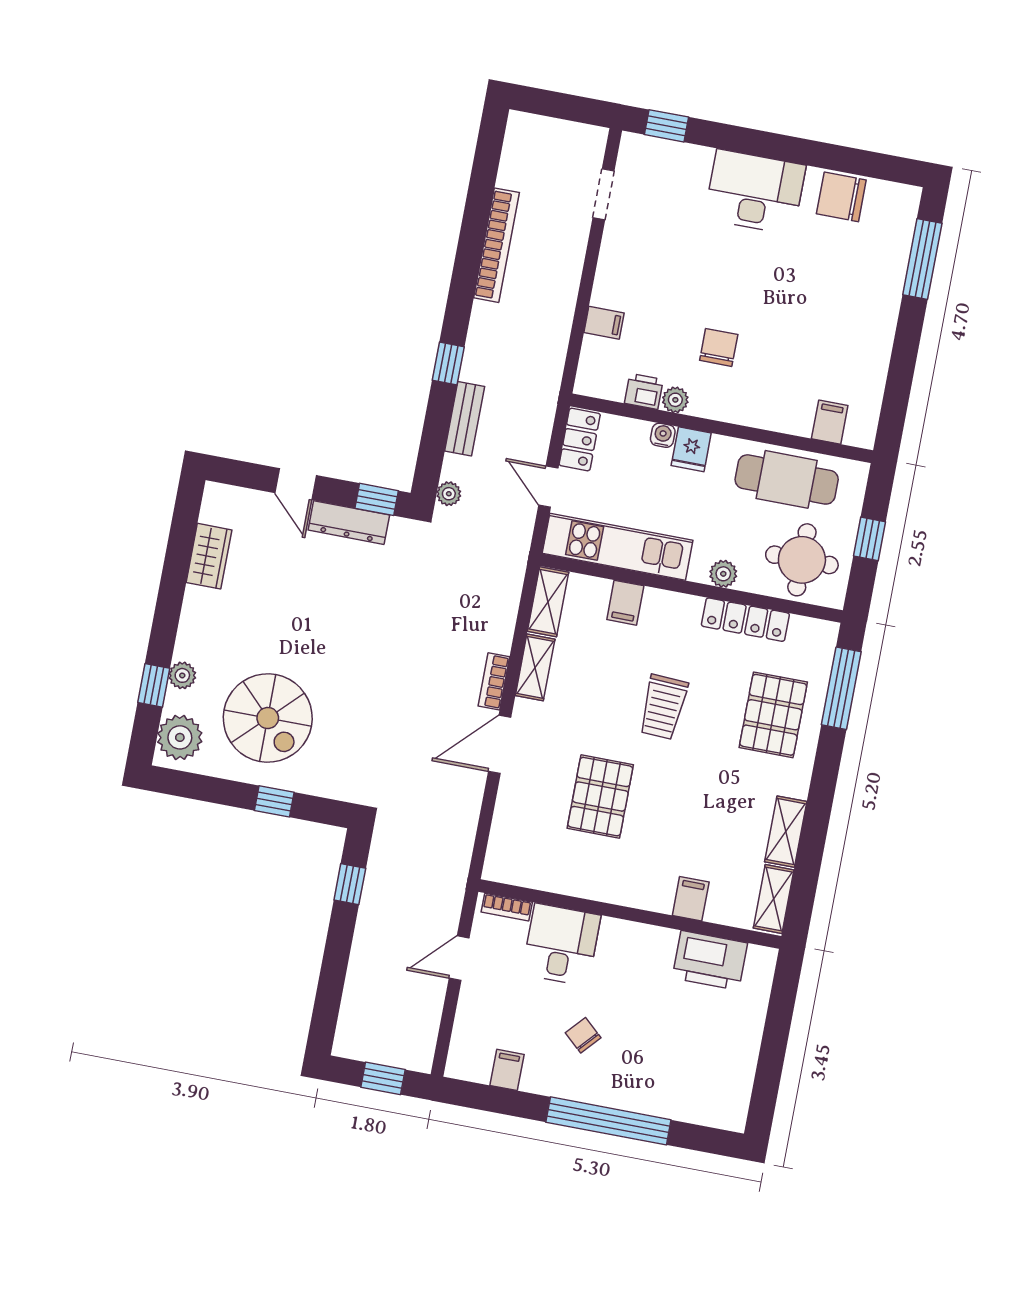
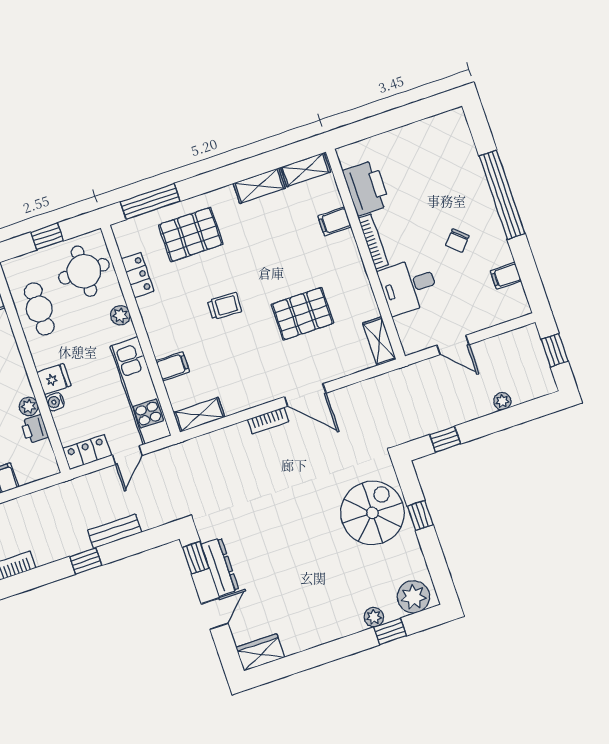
cafe table: (787, 479) -> (39, 309), width x0.73, depth x0.74
plant: (449, 494) -> (502, 401), moved
wardrobe: (209, 556) -> (260, 652), moved
locker: (745, 620) -> (138, 275), width x0.66
shelving: (535, 667) -> (379, 341), moved, turned 90
trolley: (663, 707) -> (225, 306), width x0.73, depth x0.72
spiral stairs: (268, 718) -> (372, 513), moved
bookcase: (507, 907) -> (373, 242), moved, width x1.56

